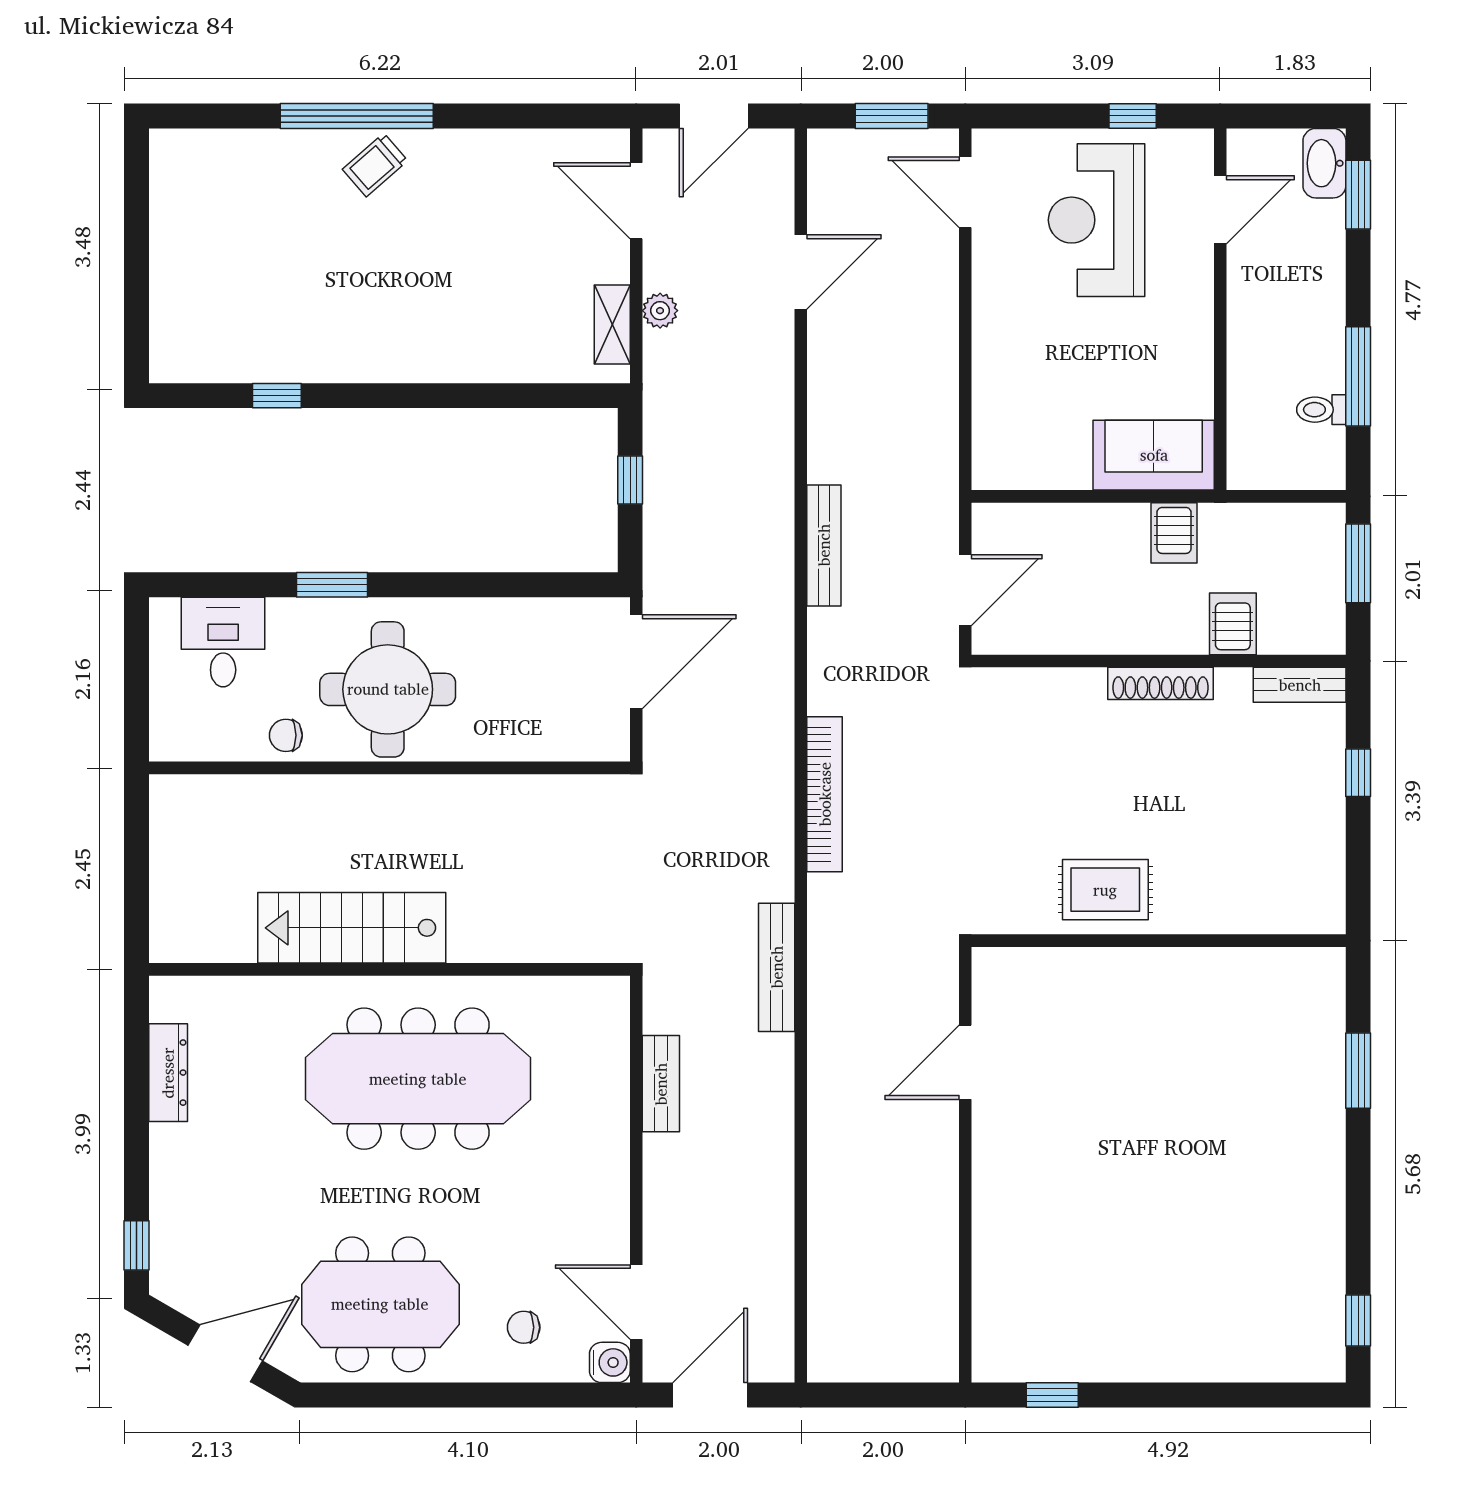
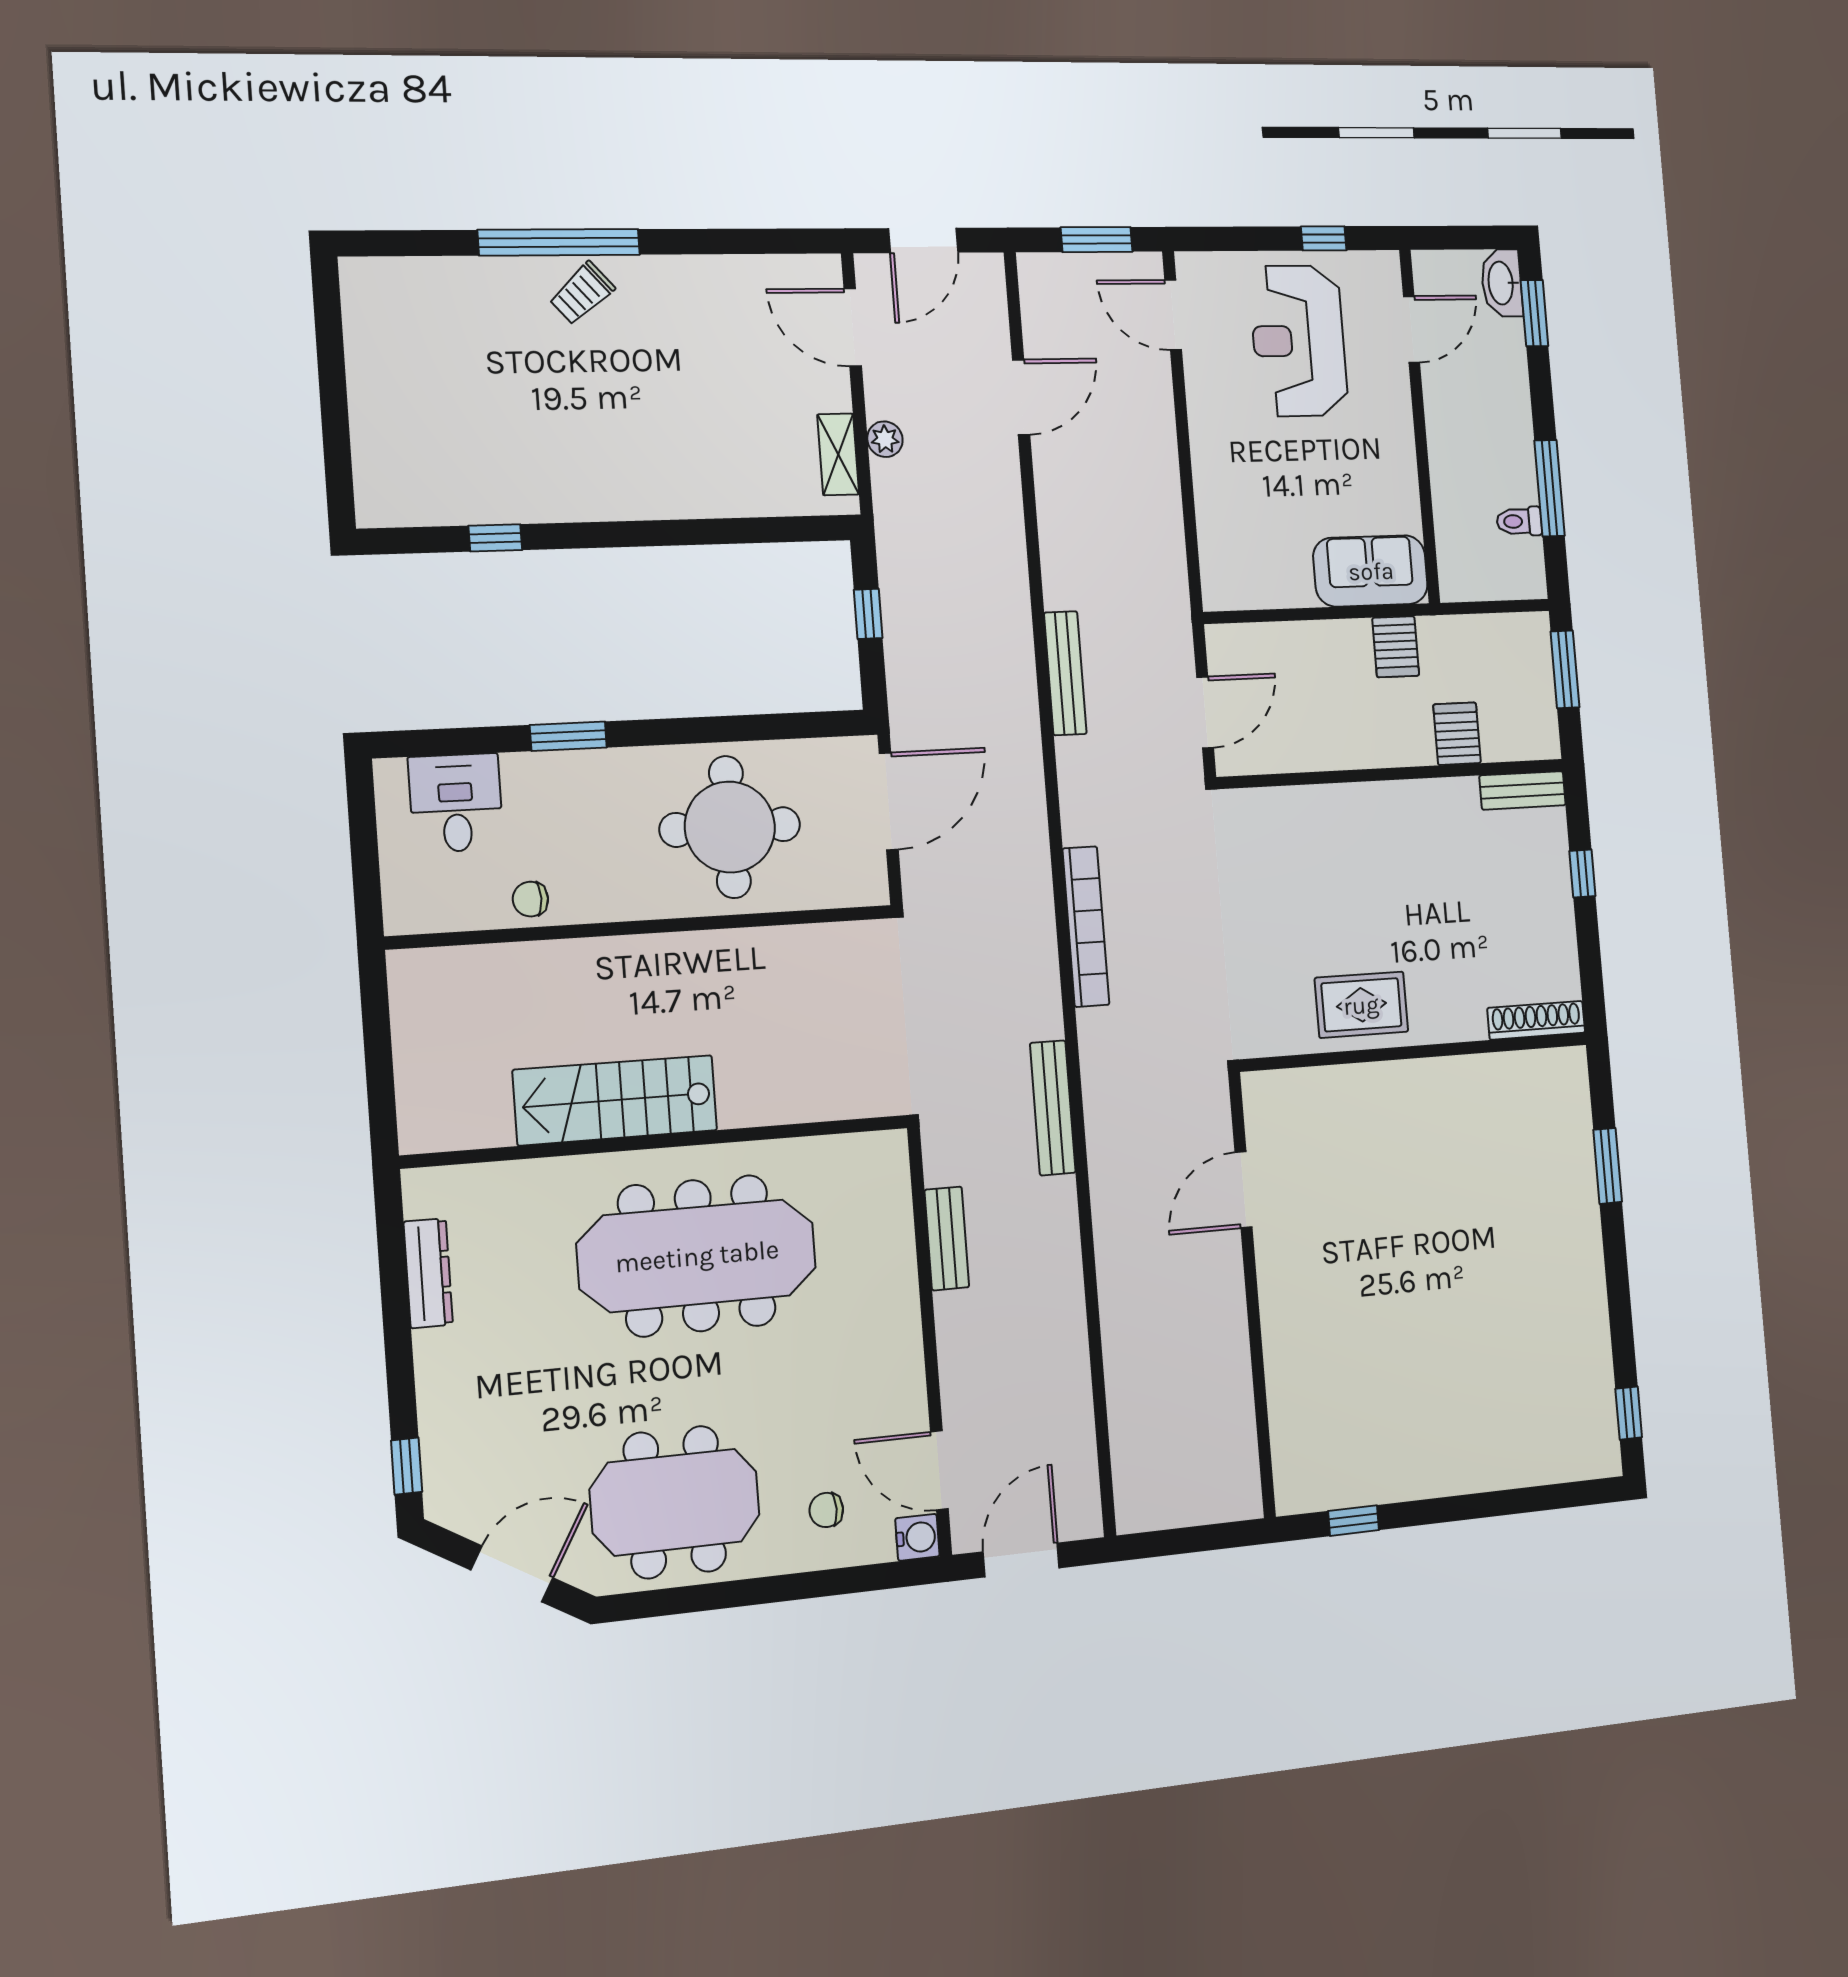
shoe rack: (1161, 683) -> (1536, 1020), moved, turned 180
round table: (388, 689) -> (730, 827), moved

